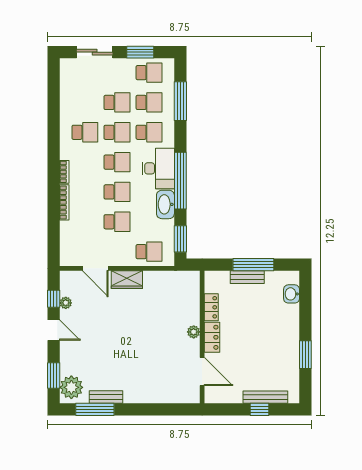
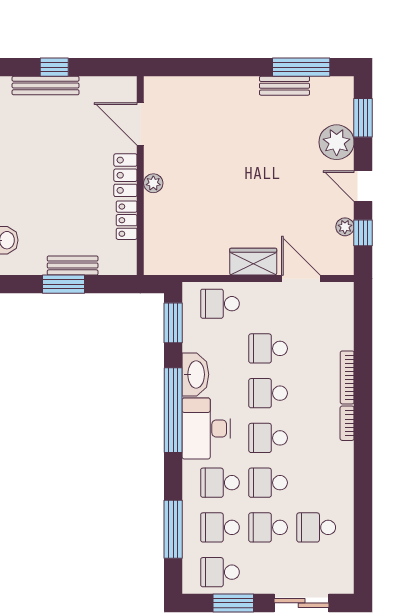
school desk: (85, 132) -> (316, 527), moved
window: (253, 265) -> (64, 284), width x0.69
plant: (71, 387) -> (337, 142), moved

